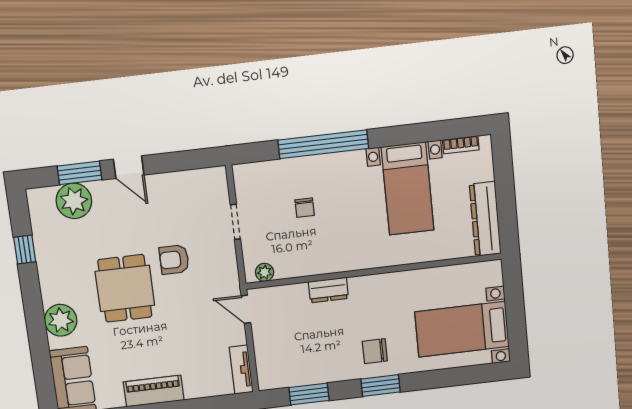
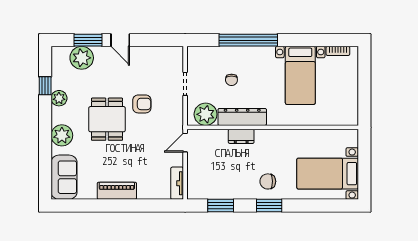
dresser: (485, 219) -> (242, 117), moved, turned 90
armchair: (174, 260) -> (142, 104), turned 180
plant: (48, 266) -> (59, 98), added
plant: (265, 272) -> (206, 114), width x1.88, depth x1.88
door: (246, 309) -> (185, 143), hinge flipped

